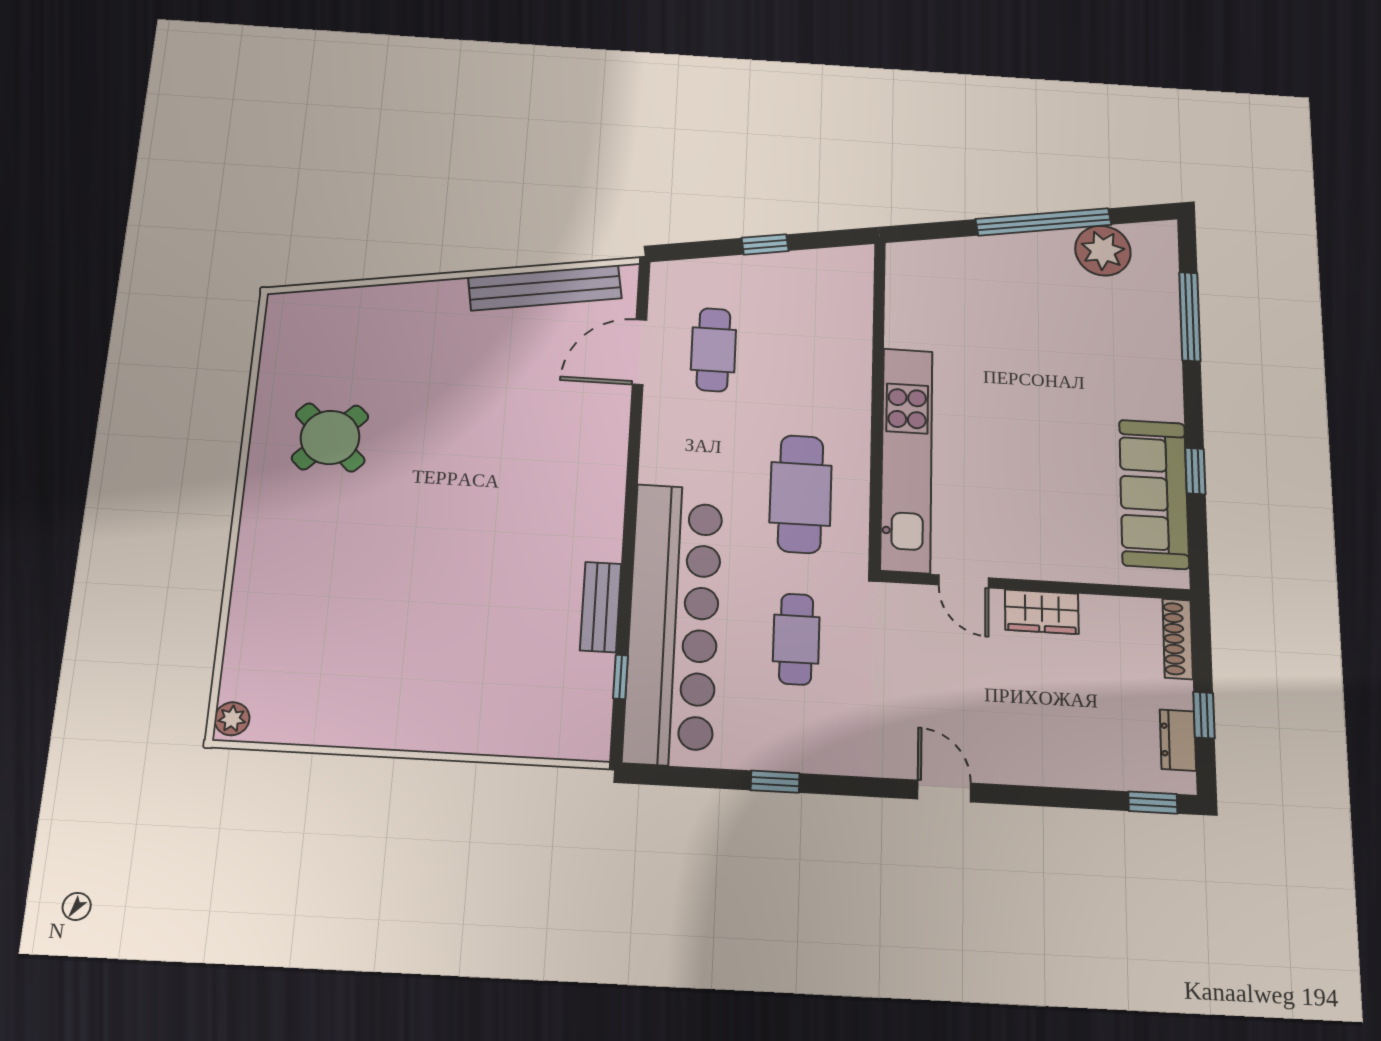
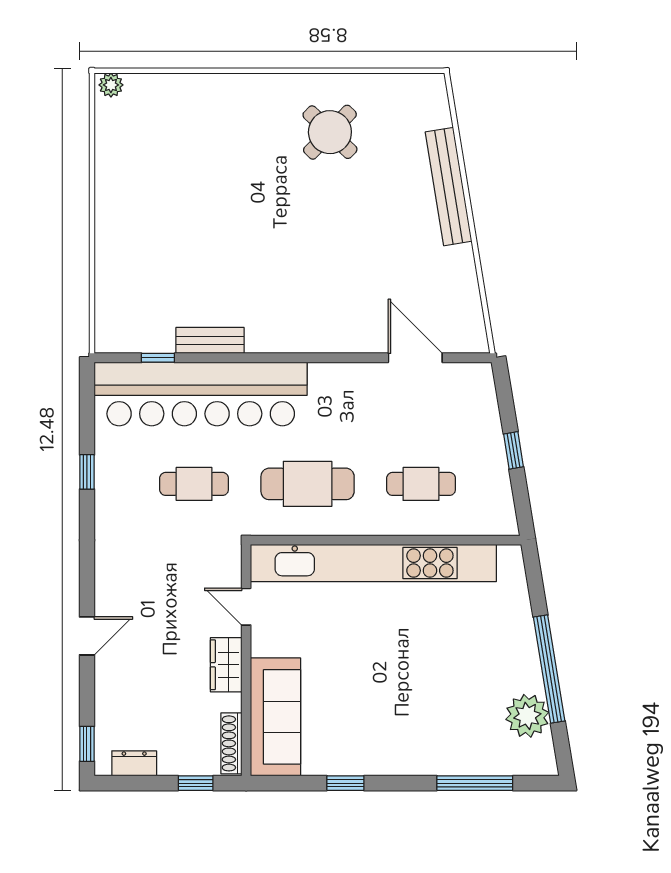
bench: (545, 288) -> (449, 187), moved
cafe table: (713, 350) -> (421, 484), moved
kitchen unit: (907, 459) -> (373, 563), width x1.36
sofa: (1154, 494) -> (276, 717), moved, turned 90
door: (964, 581) -> (246, 607), hinge flipped
shoe rack: (1178, 639) -> (231, 743), moved, turned -90
window: (1204, 715) -> (196, 783), moved
door: (944, 791) -> (87, 636), moved

